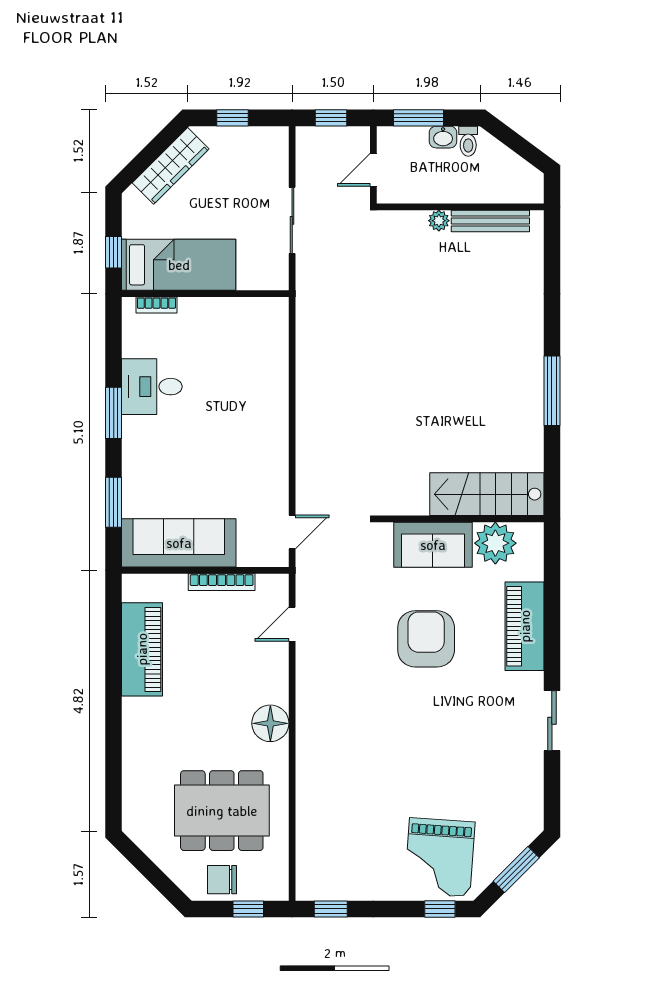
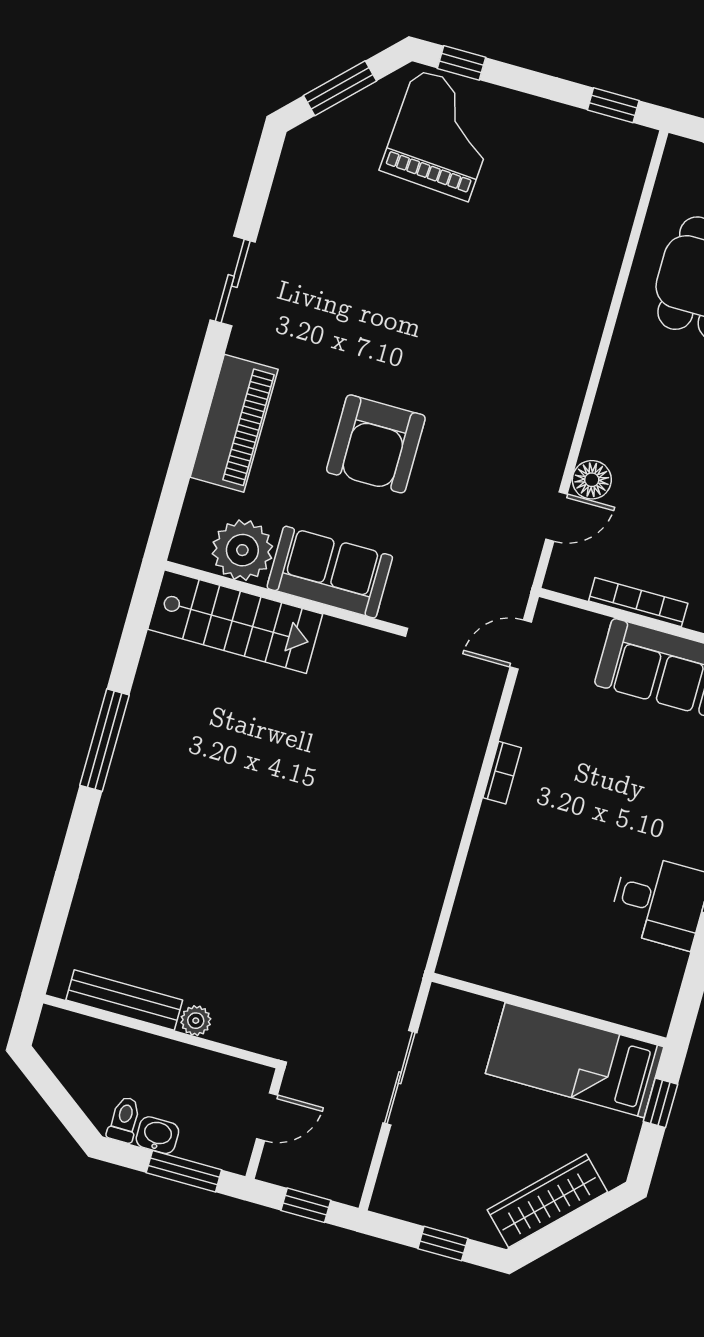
bookcase: (156, 305) -> (502, 773), moved, turned 90
floor lamp: (270, 723) -> (592, 480), moved, width x0.73, depth x0.73

